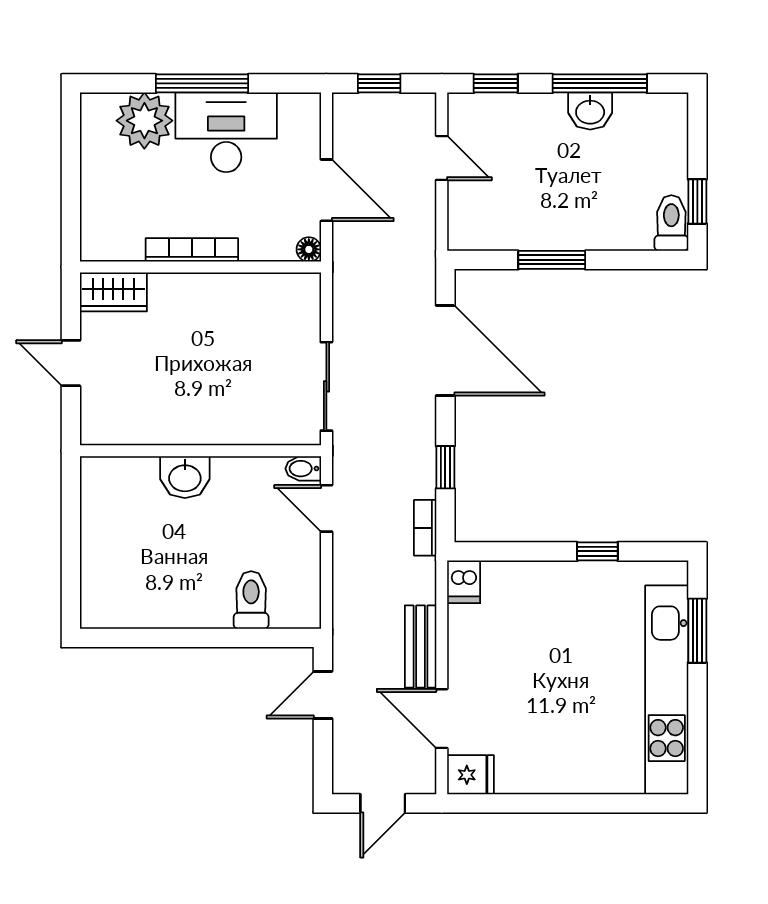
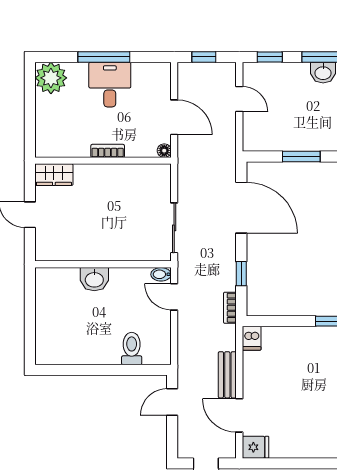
plant: (144, 121) -> (51, 78), moved
desk: (226, 132) -> (110, 85), width x0.73
bookcase: (192, 250) -> (108, 151), width x0.64

